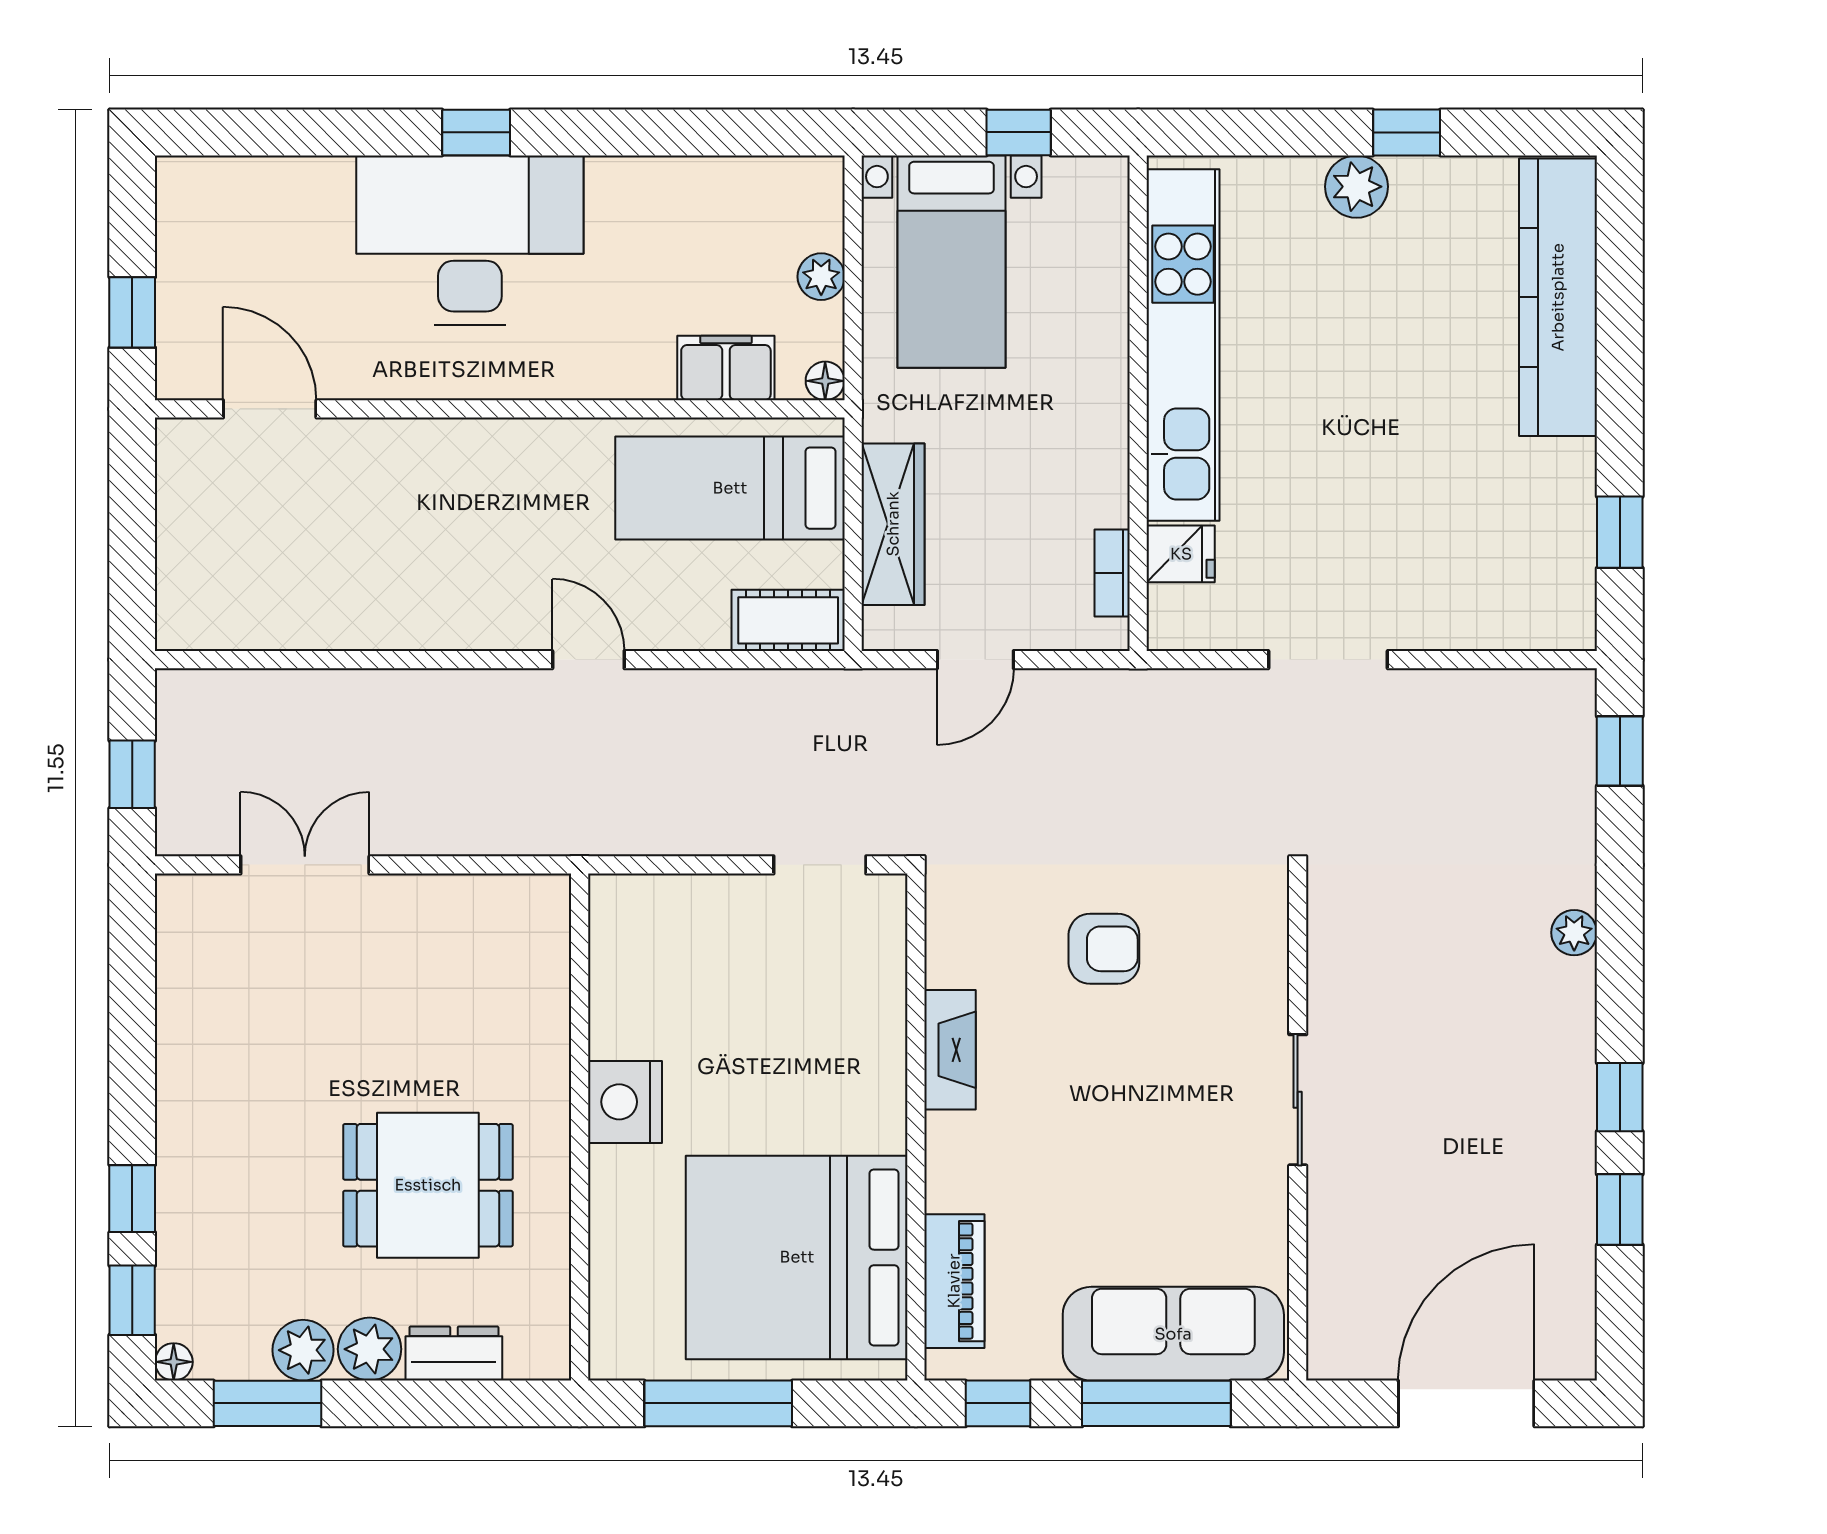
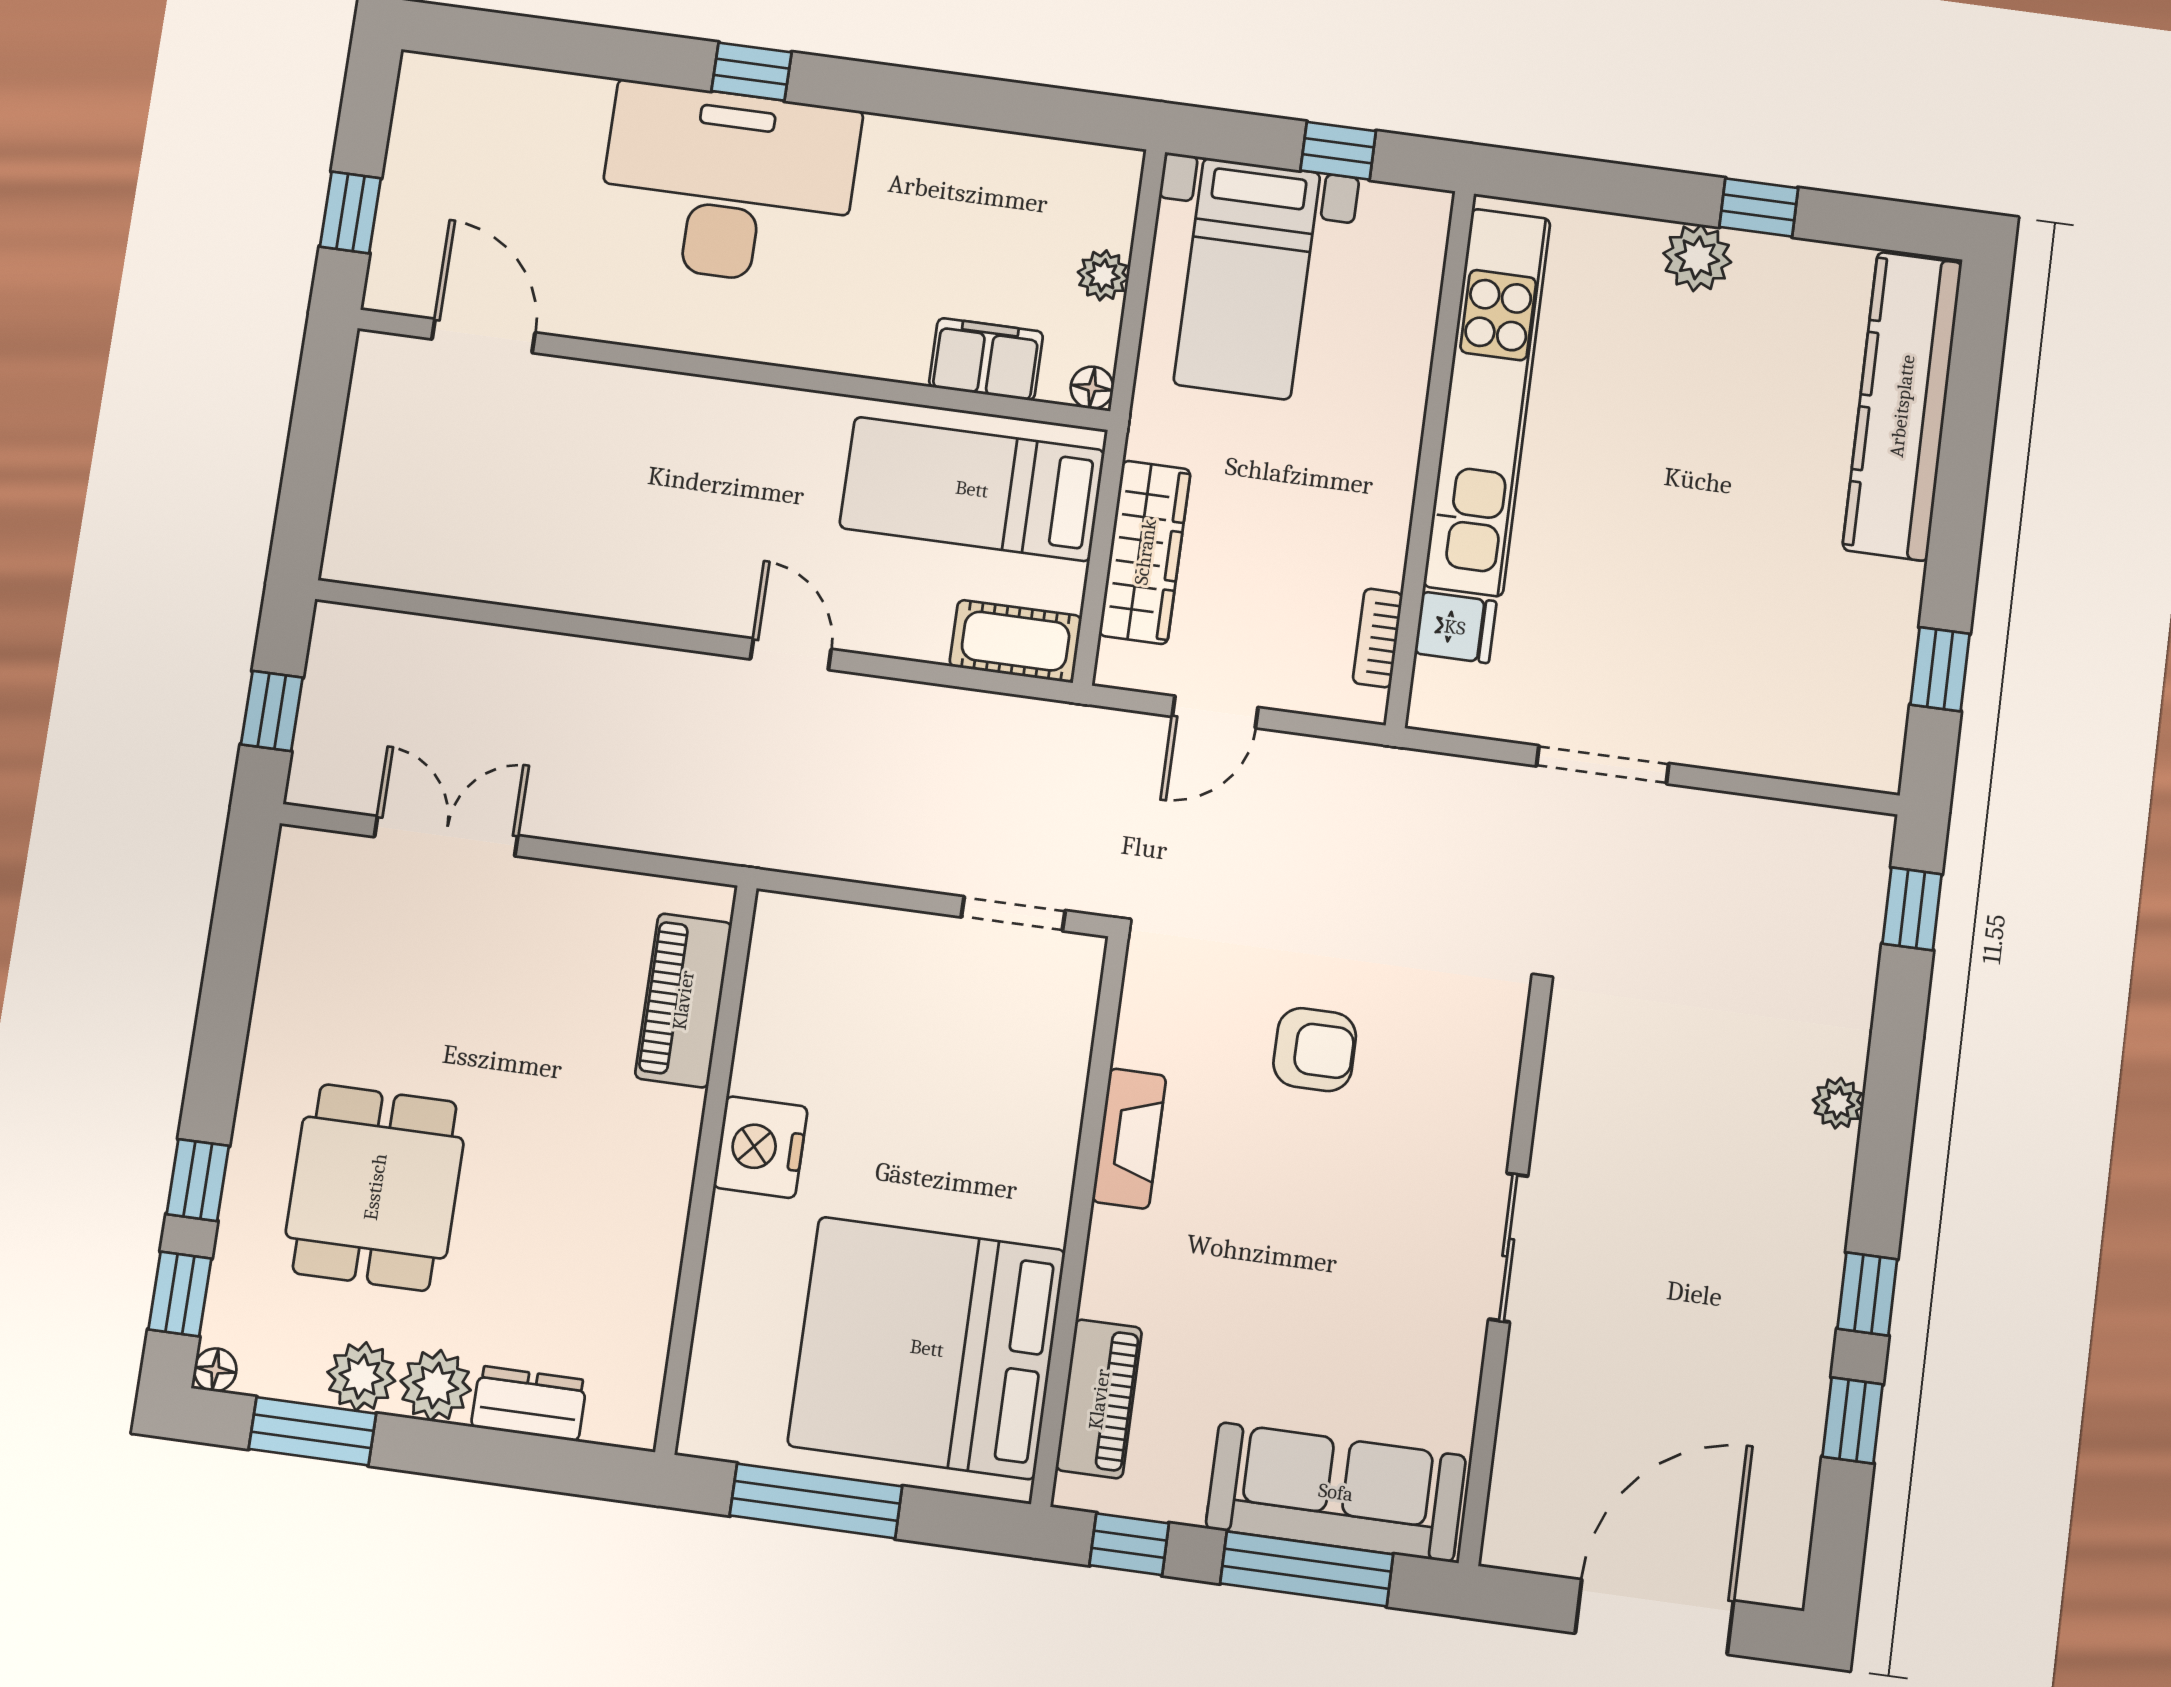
piano: (538, 982) -> (683, 1000), added
dining table: (428, 1185) -> (375, 1187), moved, turned 90

